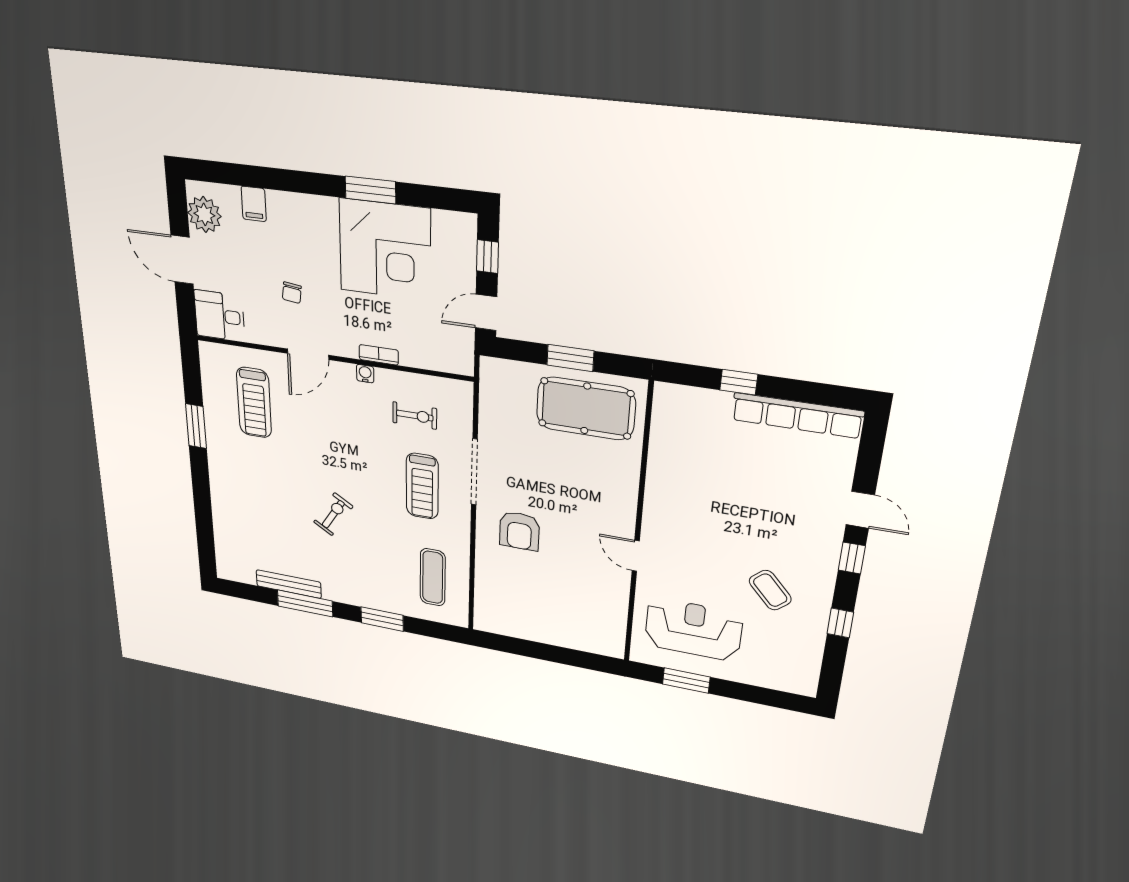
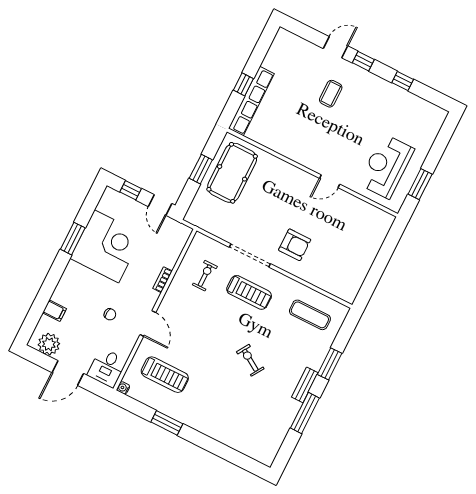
water cooler: (365, 374) -> (123, 388), moved
row of seats: (797, 415) -> (251, 101), moved
bench: (289, 584) -> (305, 385), moved, width x0.73
coffee table: (770, 590) -> (331, 94), moved, turned -48

